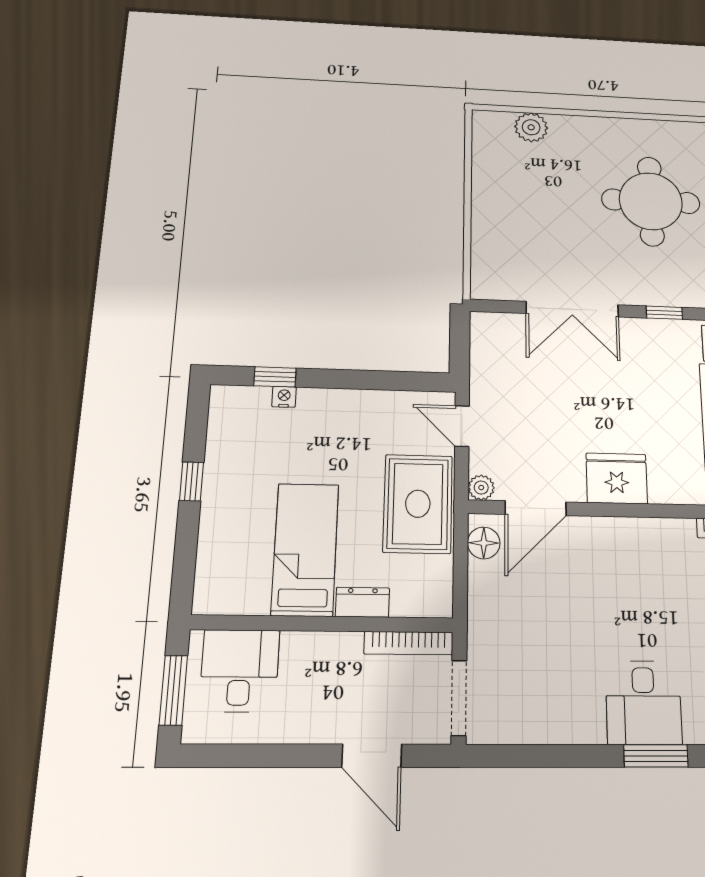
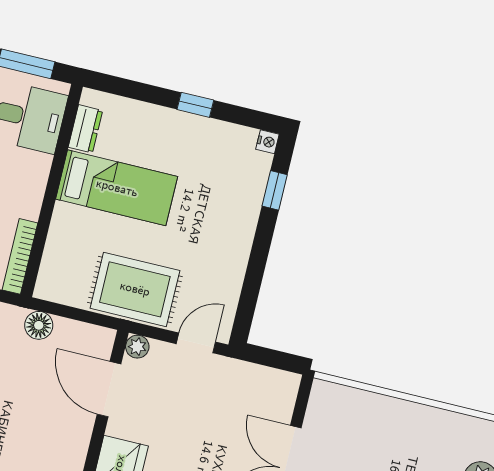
nightstand: (284, 397) -> (267, 142), moved
floor lamp: (484, 543) -> (39, 325), moved
dresser: (362, 602) -> (85, 129), moved

